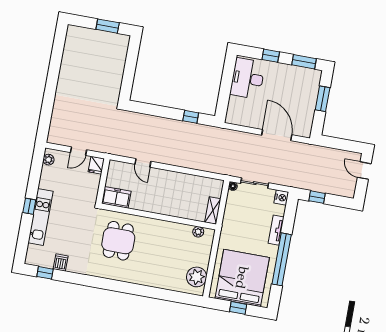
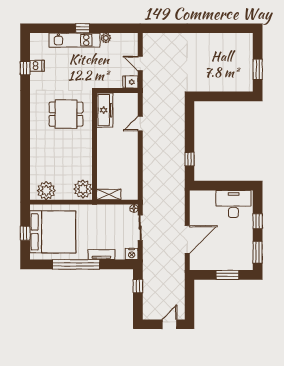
plant: (48, 160) -> (106, 38), moved
freezer: (116, 197) -> (105, 110), width x1.40
plant: (198, 232) -> (83, 189), width x1.87, depth x1.87
window: (45, 273) -> (25, 68), moved

